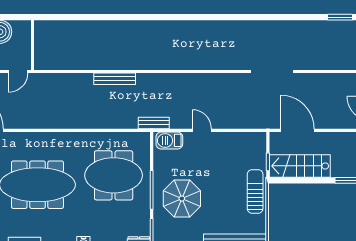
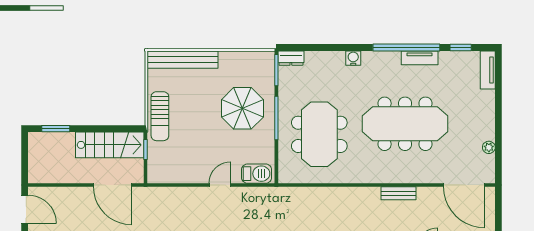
bench: (154, 123) -> (398, 193), moved
door: (202, 130) -> (220, 185), swing flipped
meeting table: (114, 175) -> (319, 134), turned 90

